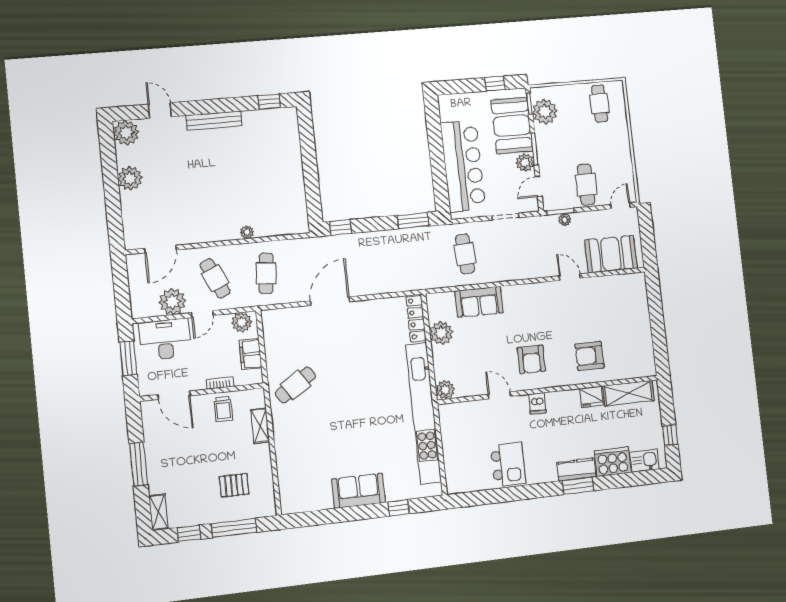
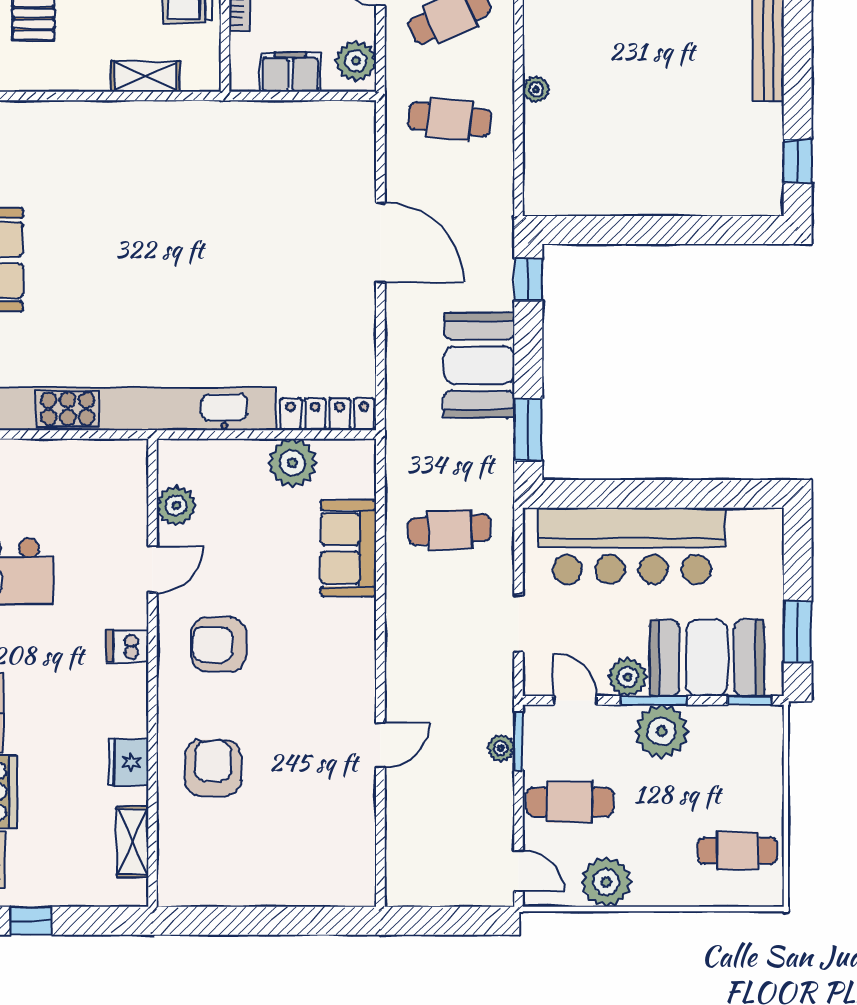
window: (495, 84) -> (798, 632), width x1.50
plant: (545, 112) -> (662, 731), moved
plant: (621, 164) -> (606, 882), added
booth: (611, 254) -> (479, 365), moved
cafe table: (295, 385) -> (219, 155), removed
plant: (445, 390) -> (176, 506), moved
shelving: (628, 393) -> (132, 842), width x0.67, depth x0.75

